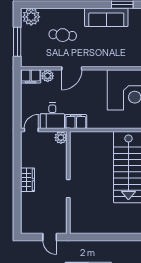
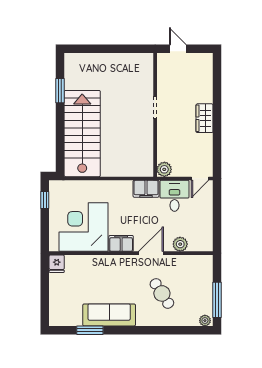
plant: (31, 17) -> (205, 321), width x0.53, depth x0.53
cafe table: (63, 35) -> (162, 293), turned 52
window: (17, 42) -> (217, 300), moved
filing cabinet: (31, 76) -> (121, 243), moved

